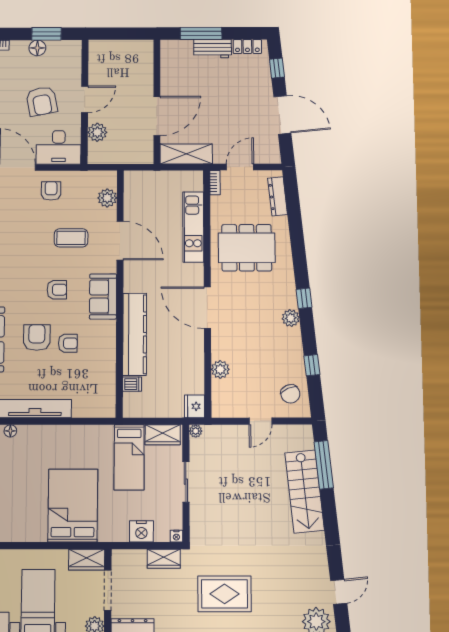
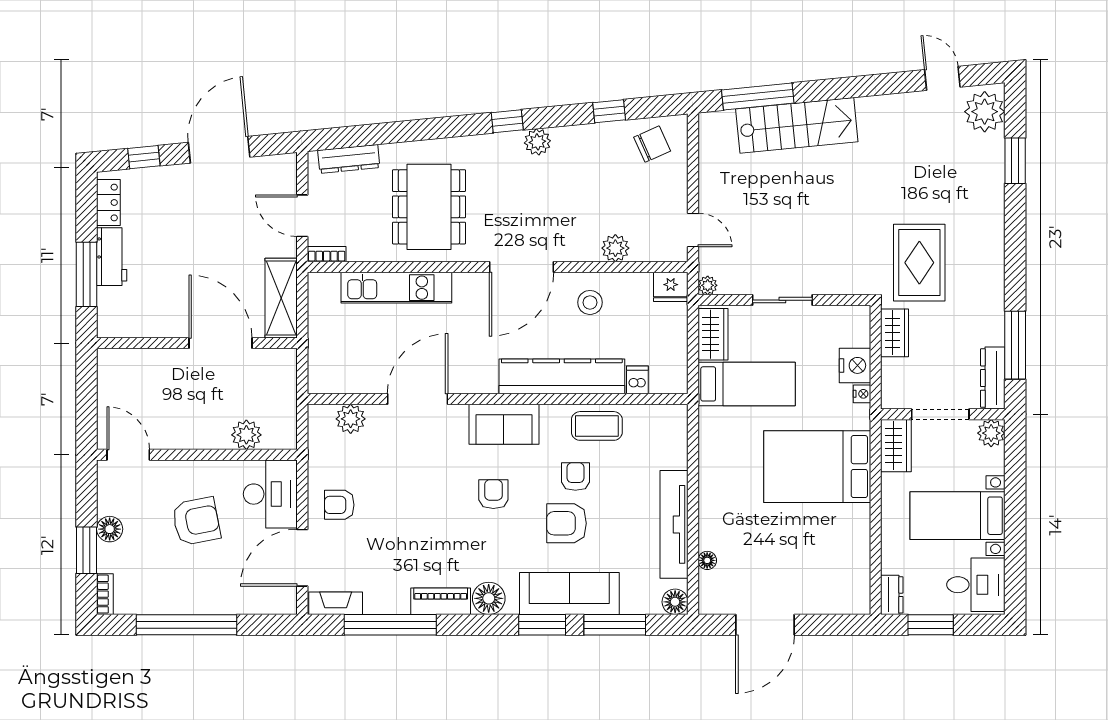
window: (47, 34) -> (87, 550), moved
door: (85, 99) -> (128, 455), moved
coffee table: (71, 238) -> (597, 426), moved, turned 90
stool: (184, 353) -> (590, 302), added
door: (260, 421) -> (693, 230), moved
nightstand: (176, 536) -> (862, 394), moved
rug: (225, 594) -> (919, 263), moved

